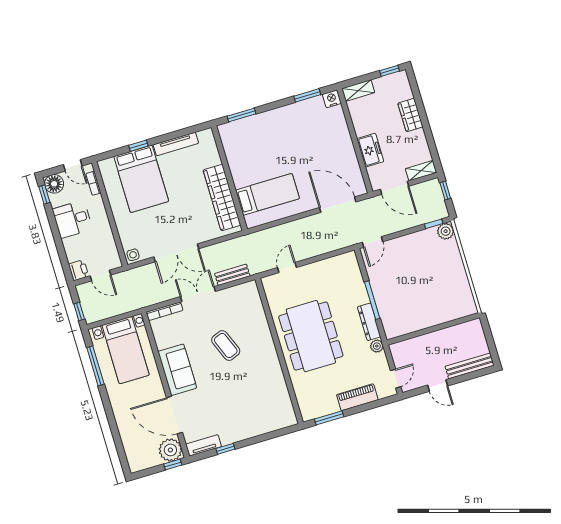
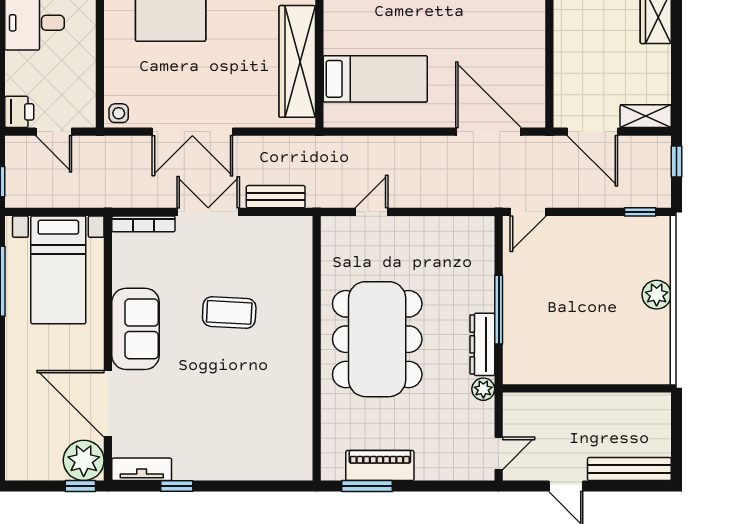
freezer: (370, 150) -> (570, 56), removed
plant: (446, 231) -> (657, 295), moved
coffee table: (226, 346) -> (229, 312), turned -65
piano: (357, 397) -> (380, 466), moved

